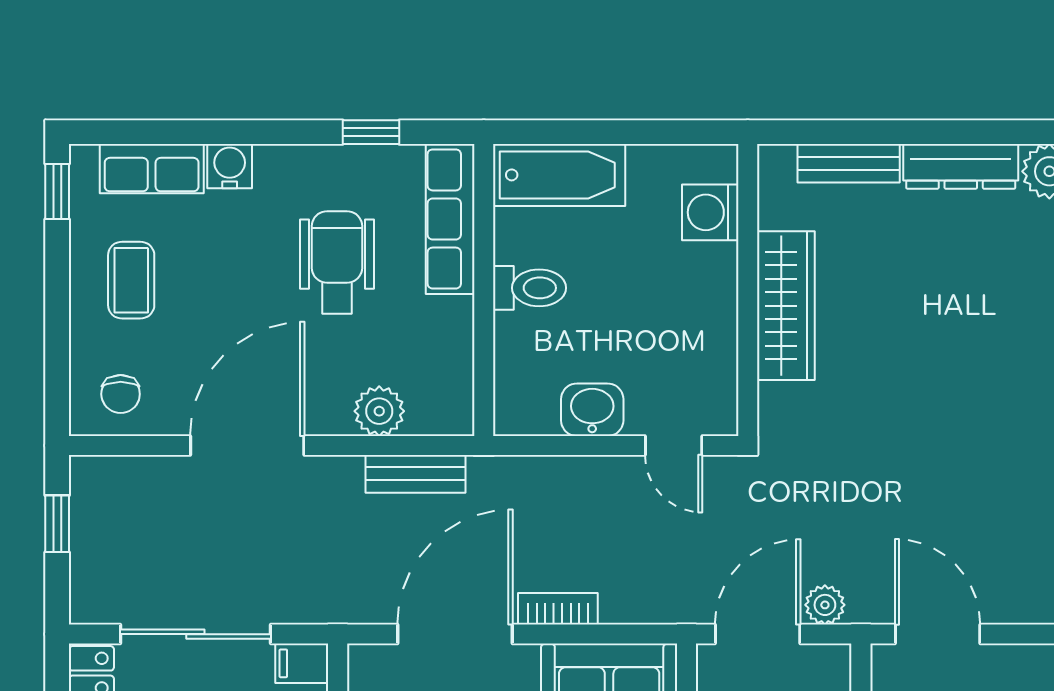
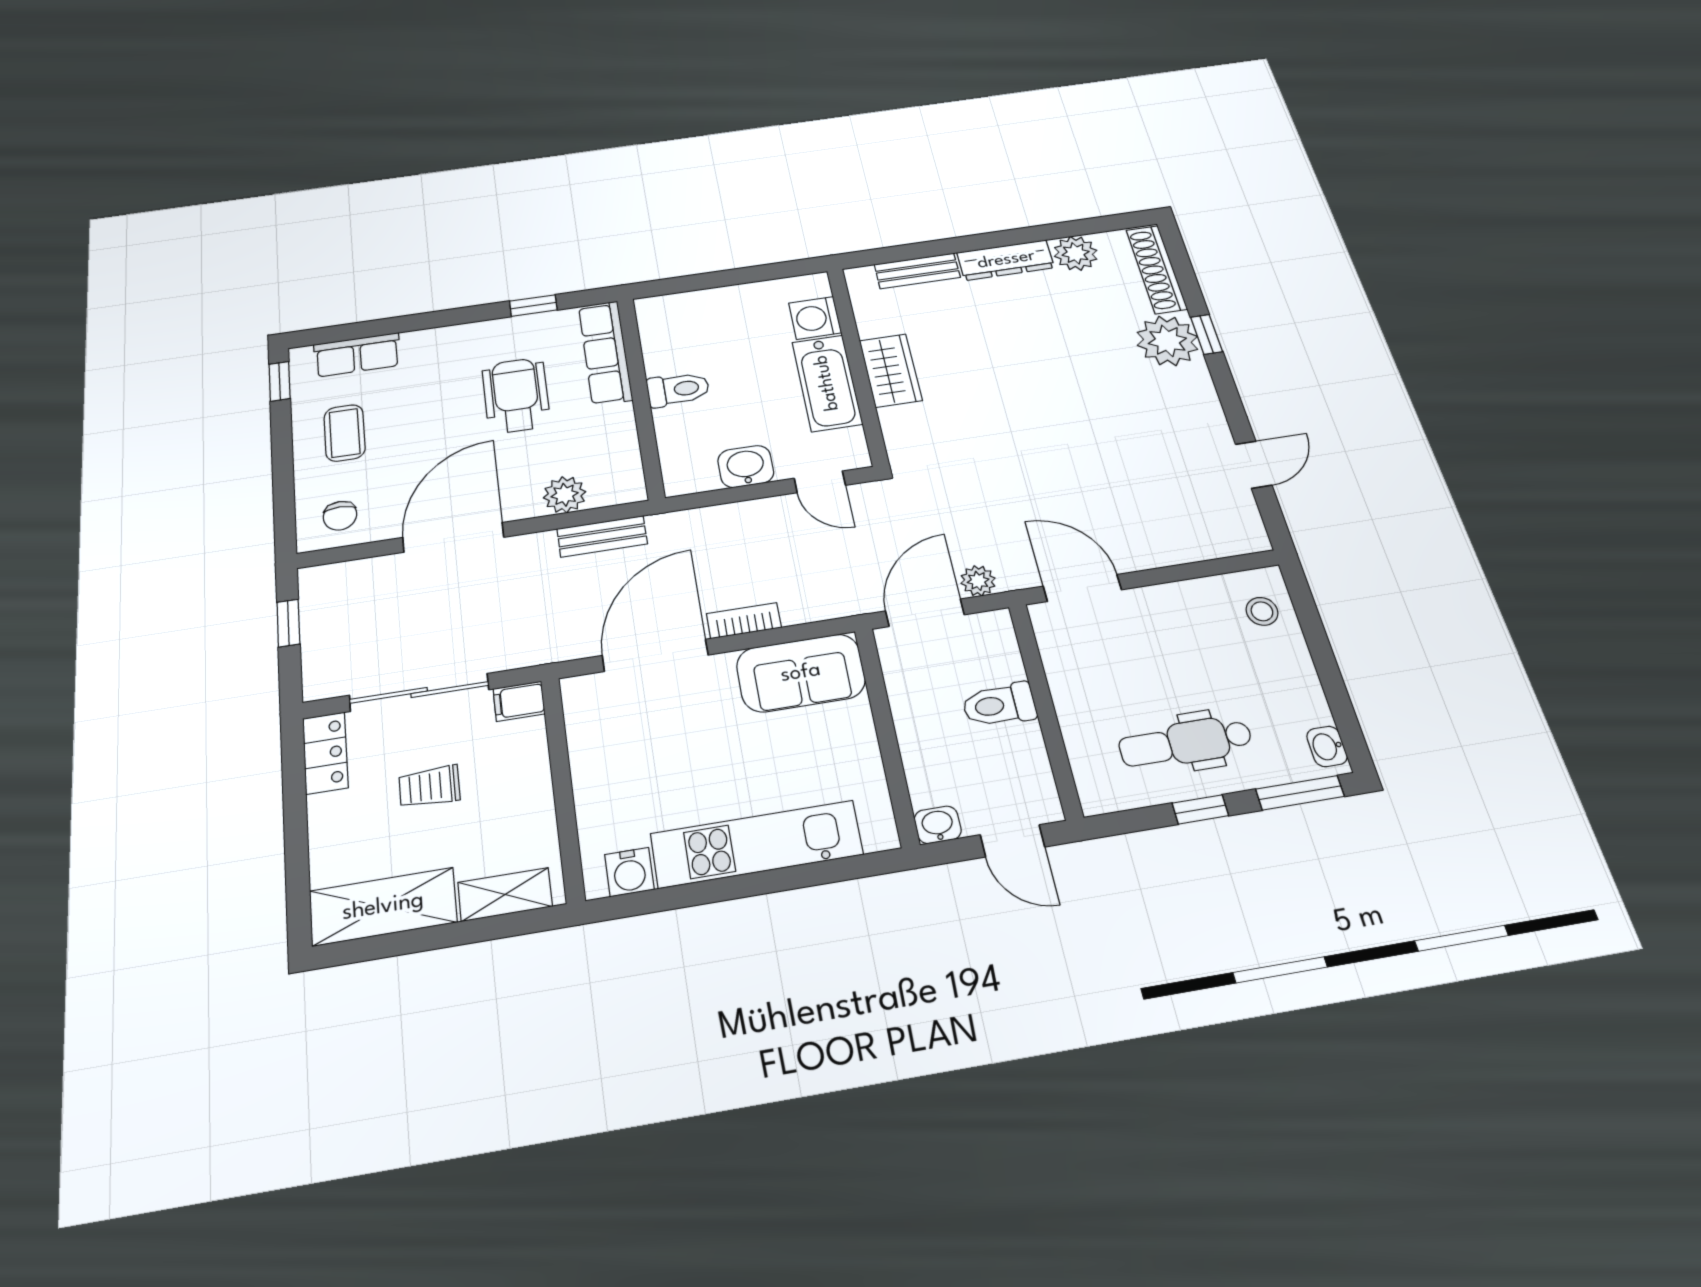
water cooler: (230, 166) -> (421, 344), removed
bathtub: (559, 175) -> (827, 383), moved, turned 90
wardrobe: (786, 306) -> (891, 370), width x0.67

